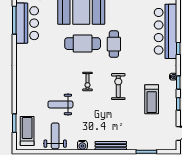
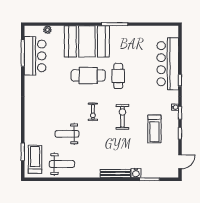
weight bench: (55, 136) -> (62, 164), turned 90
water cooler: (82, 145) -> (136, 173), moved

